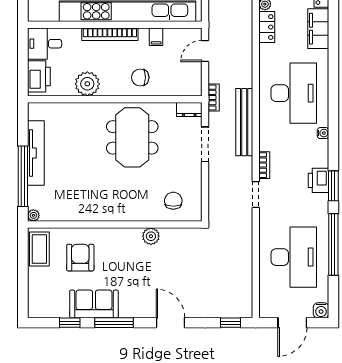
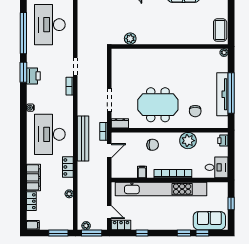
locker: (267, 27) -> (68, 167), moved
door: (205, 51) -> (109, 151), moved
printer: (39, 76) -> (223, 141), width x0.53, depth x0.68
bench: (244, 122) -> (83, 139), moved
meeting table: (132, 137) -> (158, 105), turned 90
window: (23, 176) -> (231, 93), moved
chair: (173, 201) -> (195, 111), moved
plant: (151, 236) -> (130, 39), moved
armchair: (80, 258) -> (193, 24), removed

